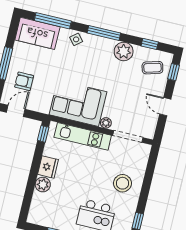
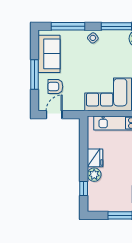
sofa: (37, 33) -> (49, 54), moved, turned -90
window: (43, 134) -> (84, 189), moved

